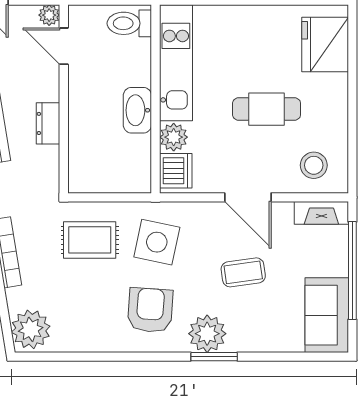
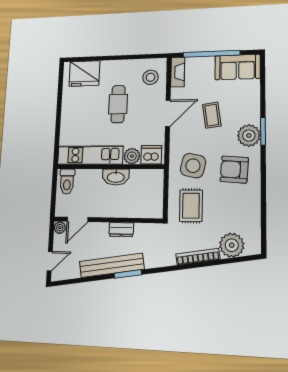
plant: (31, 329) -> (232, 245), moved

